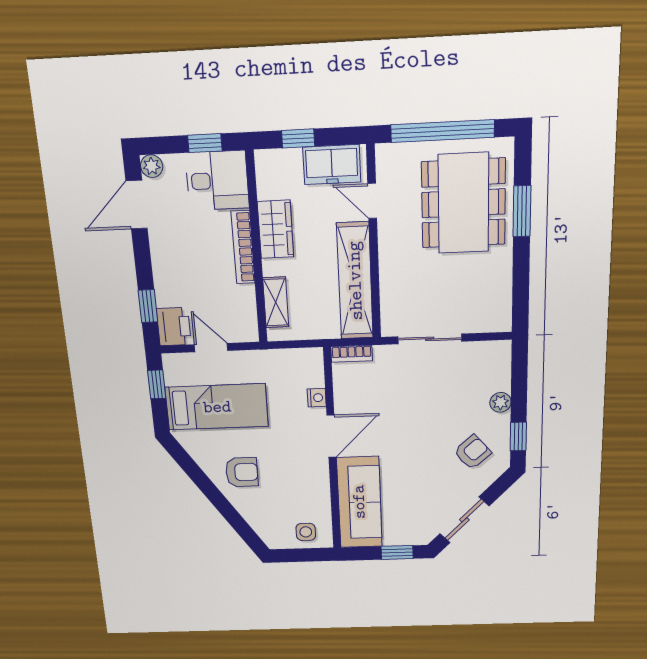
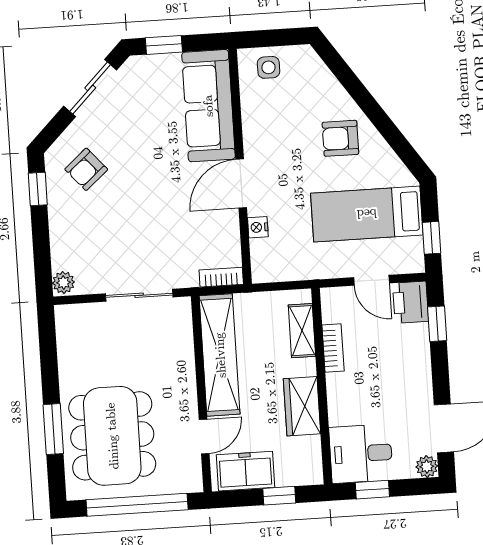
door: (372, 201) -> (204, 436), hinge flipped
bookcase: (243, 247) -> (333, 348), moved, width x0.64
plant: (500, 402) -> (63, 283), moved

